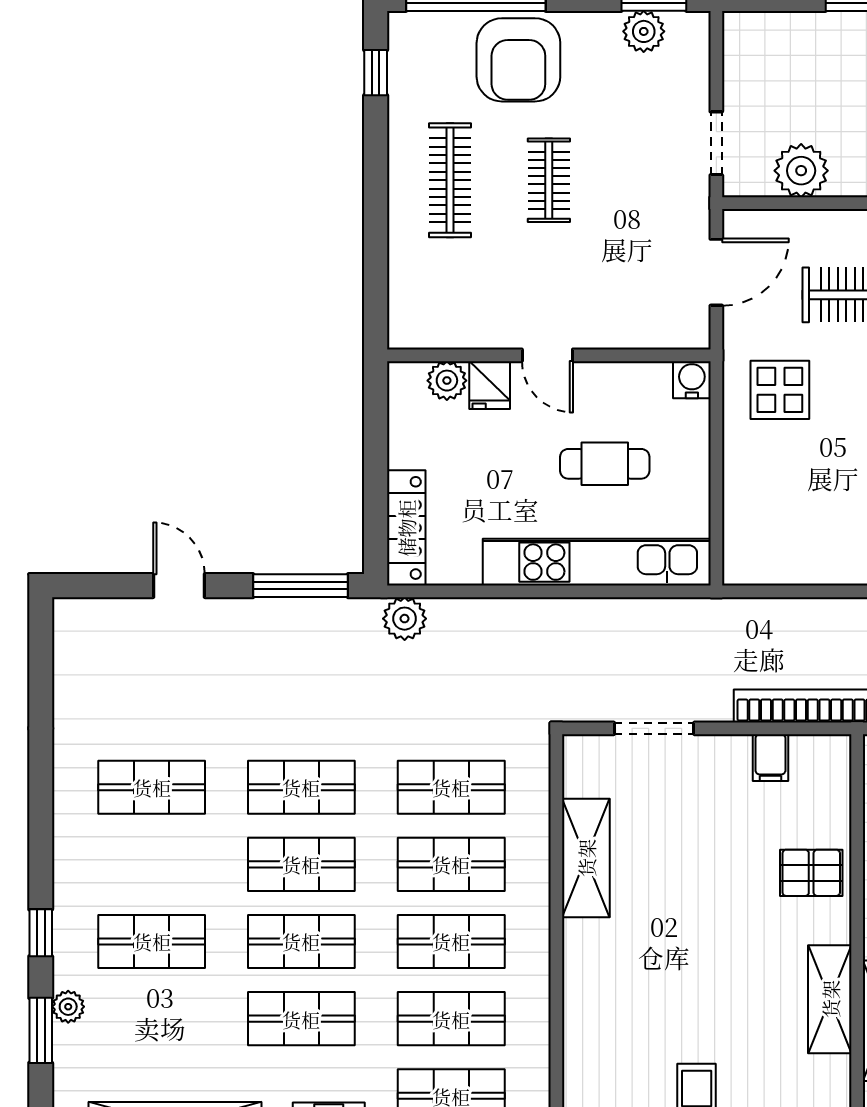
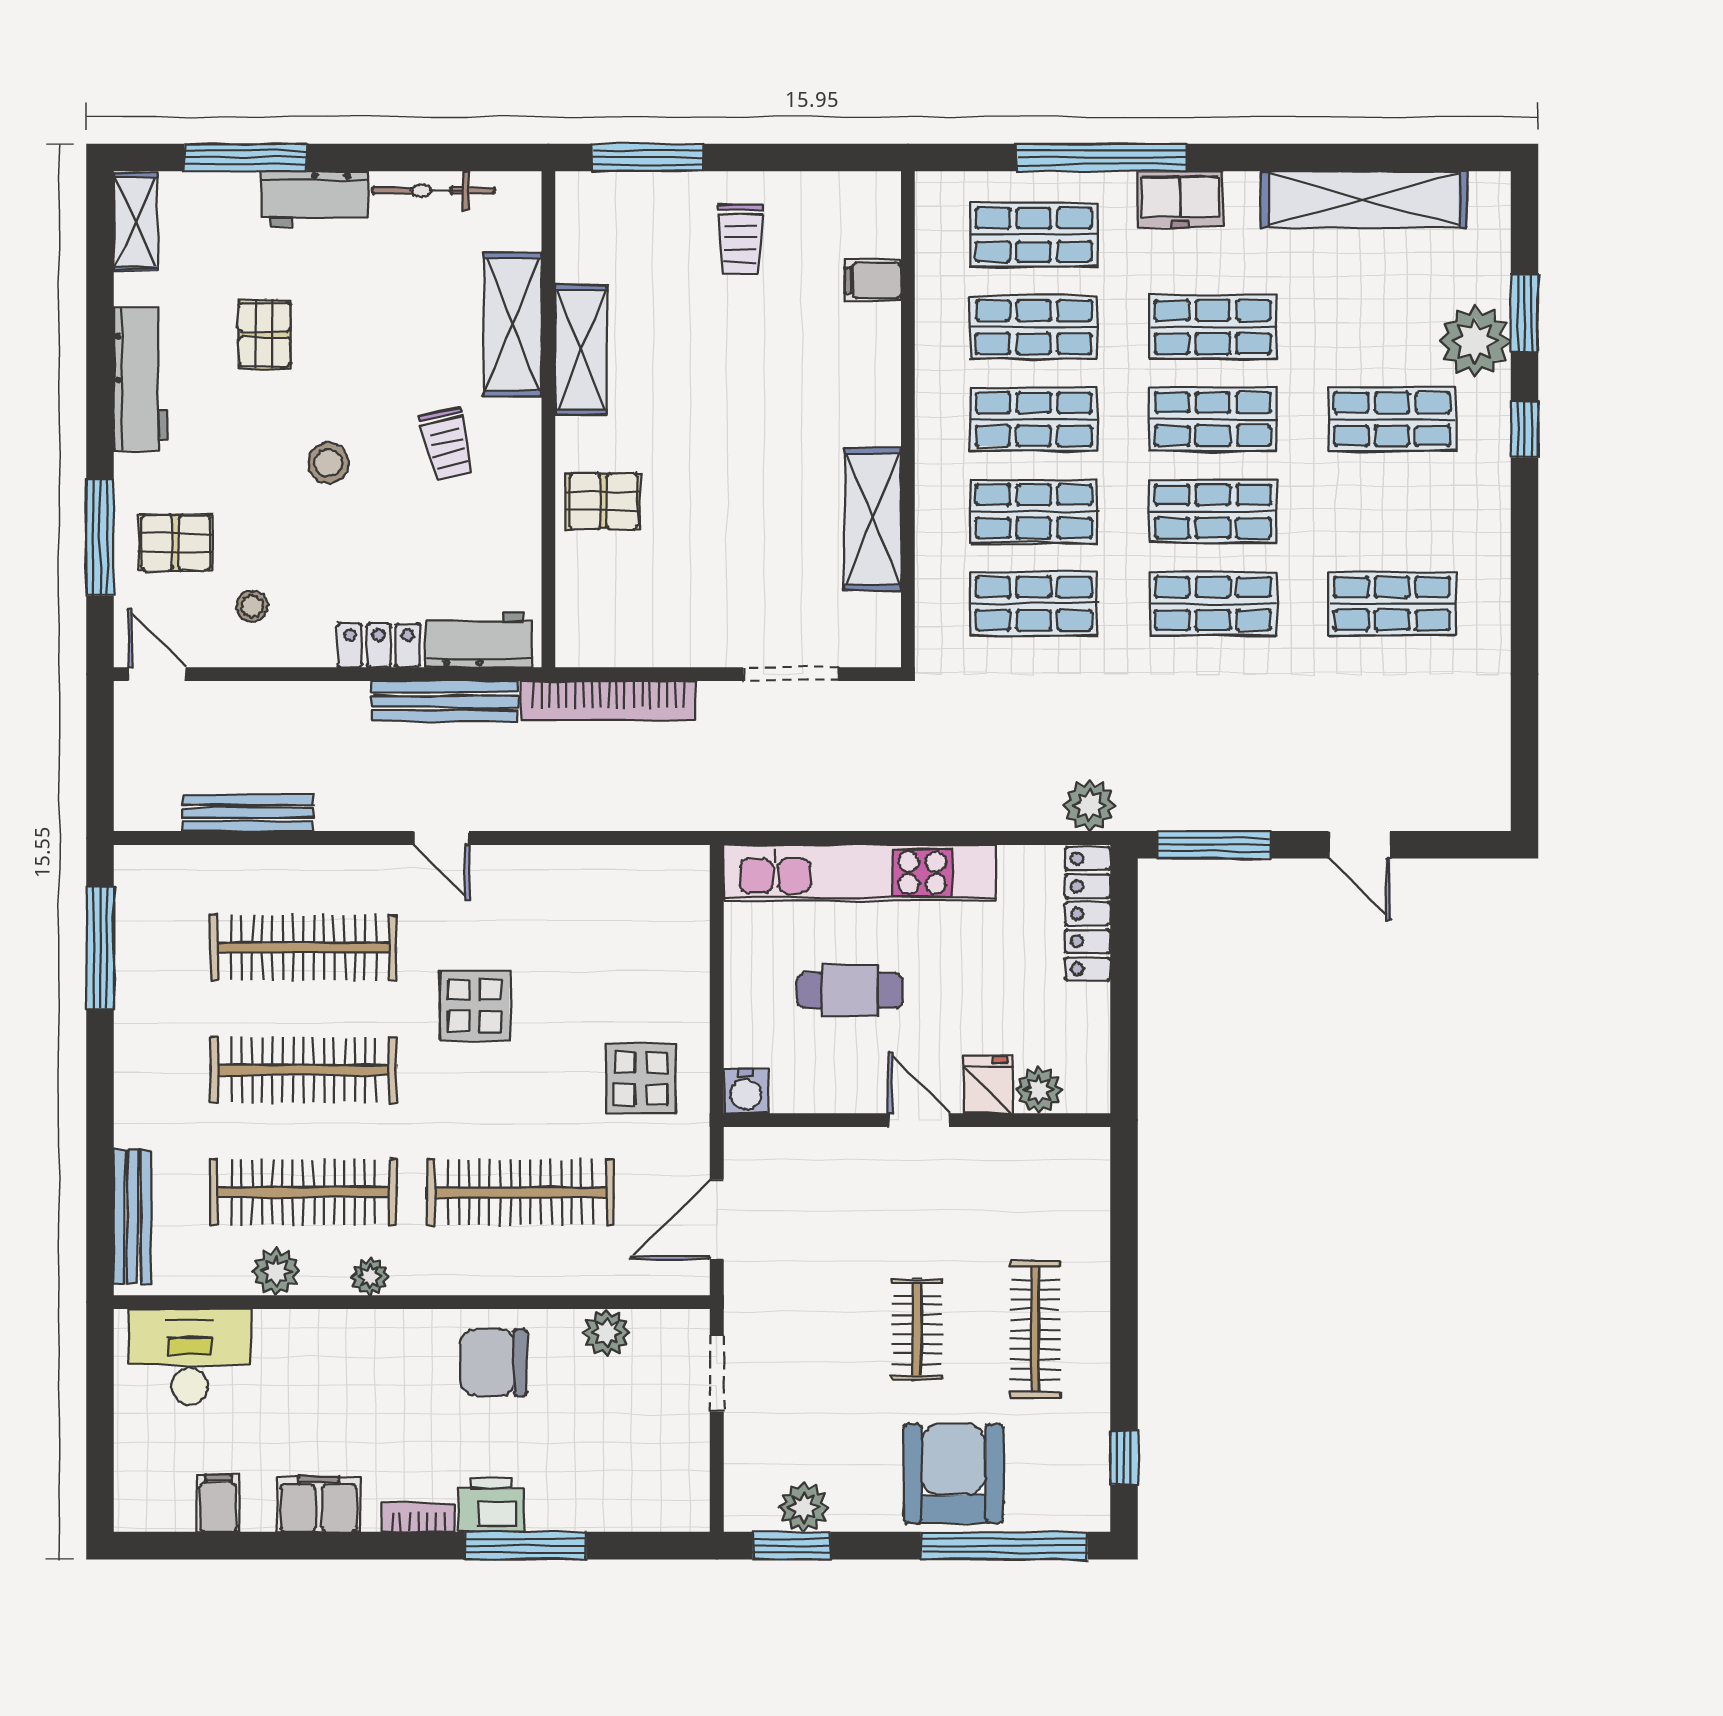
plant: (801, 171) -> (607, 1332), width x0.73, depth x0.73
filing cabinet: (770, 758) -> (873, 280), moved, turned -90
plant: (68, 1007) -> (1475, 341), width x1.88, depth x1.88

